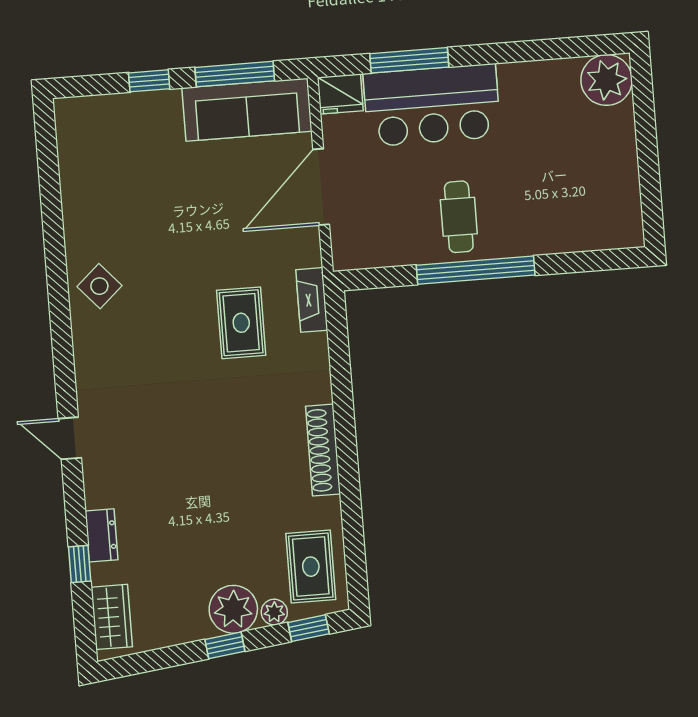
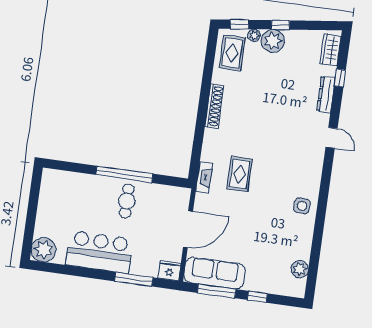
bar counter: (432, 105) -> (99, 252), moved
plant: (75, 156) -> (300, 269), added
side table: (99, 286) -> (302, 206), turned 45
dresser: (102, 535) -> (326, 94), width x1.44

